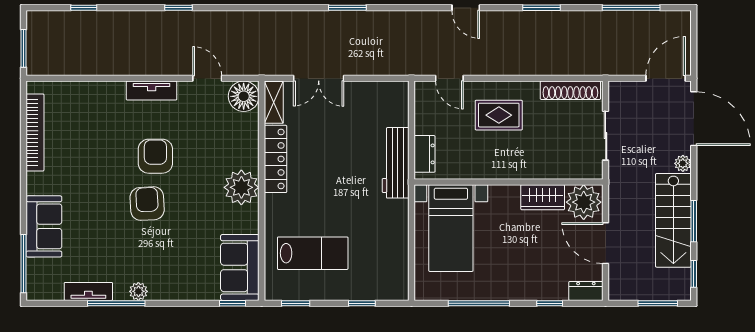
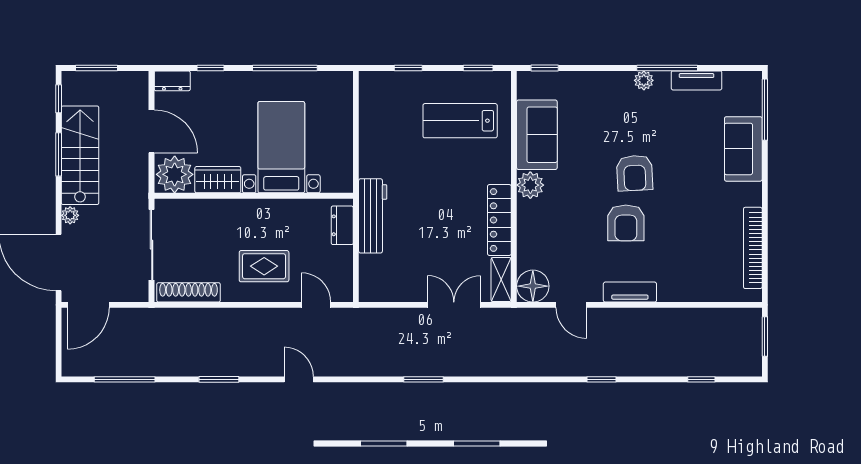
sliding door: (606, 136) -> (152, 245), width x1.37
plant: (241, 187) -> (530, 185), width x0.73, depth x0.73
bed with nightstands: (451, 228) -> (281, 147), moved
sofa: (240, 267) -> (537, 135), moved

